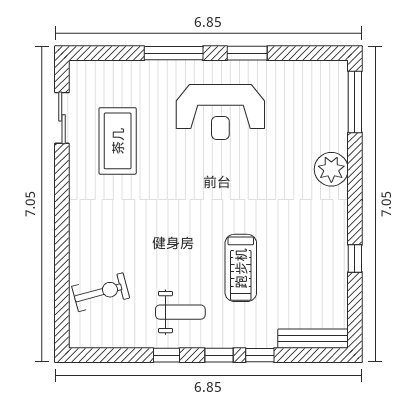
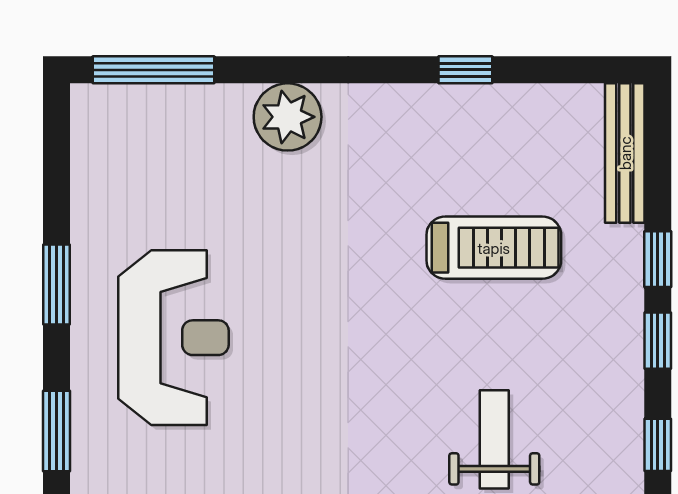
window: (174, 53) -> (57, 431), width x0.69
treadmill: (241, 268) -> (494, 248), moved
weight bench: (180, 312) -> (494, 439), moved

